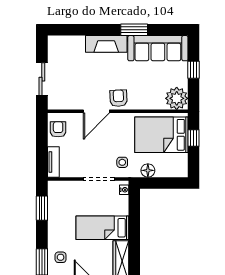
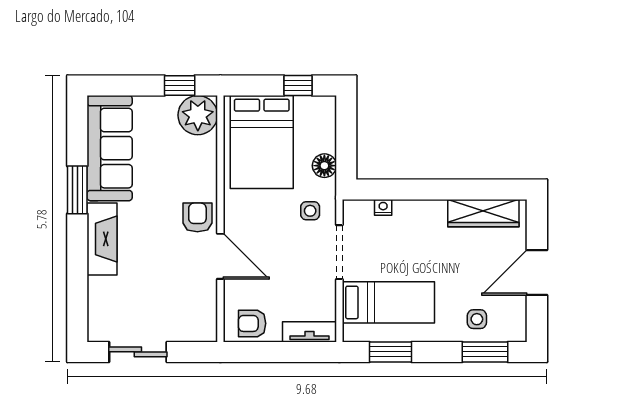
window: (194, 70) -> (180, 85), moved
sliding door: (42, 79) -> (138, 352), moved
armchair: (118, 98) -> (197, 217), turned 92
window: (194, 138) -> (298, 85), moved
nightstand: (124, 190) -> (383, 207), moved
bed: (102, 228) -> (388, 302), moved, turned -90

